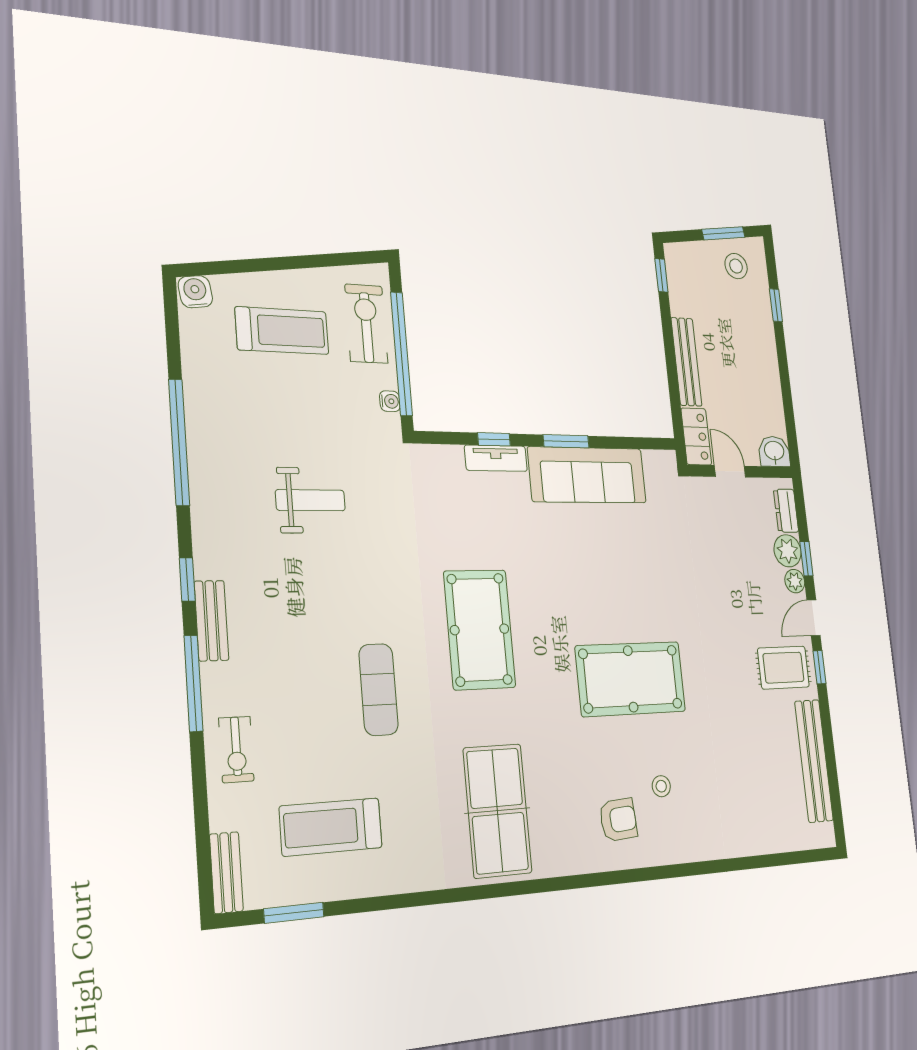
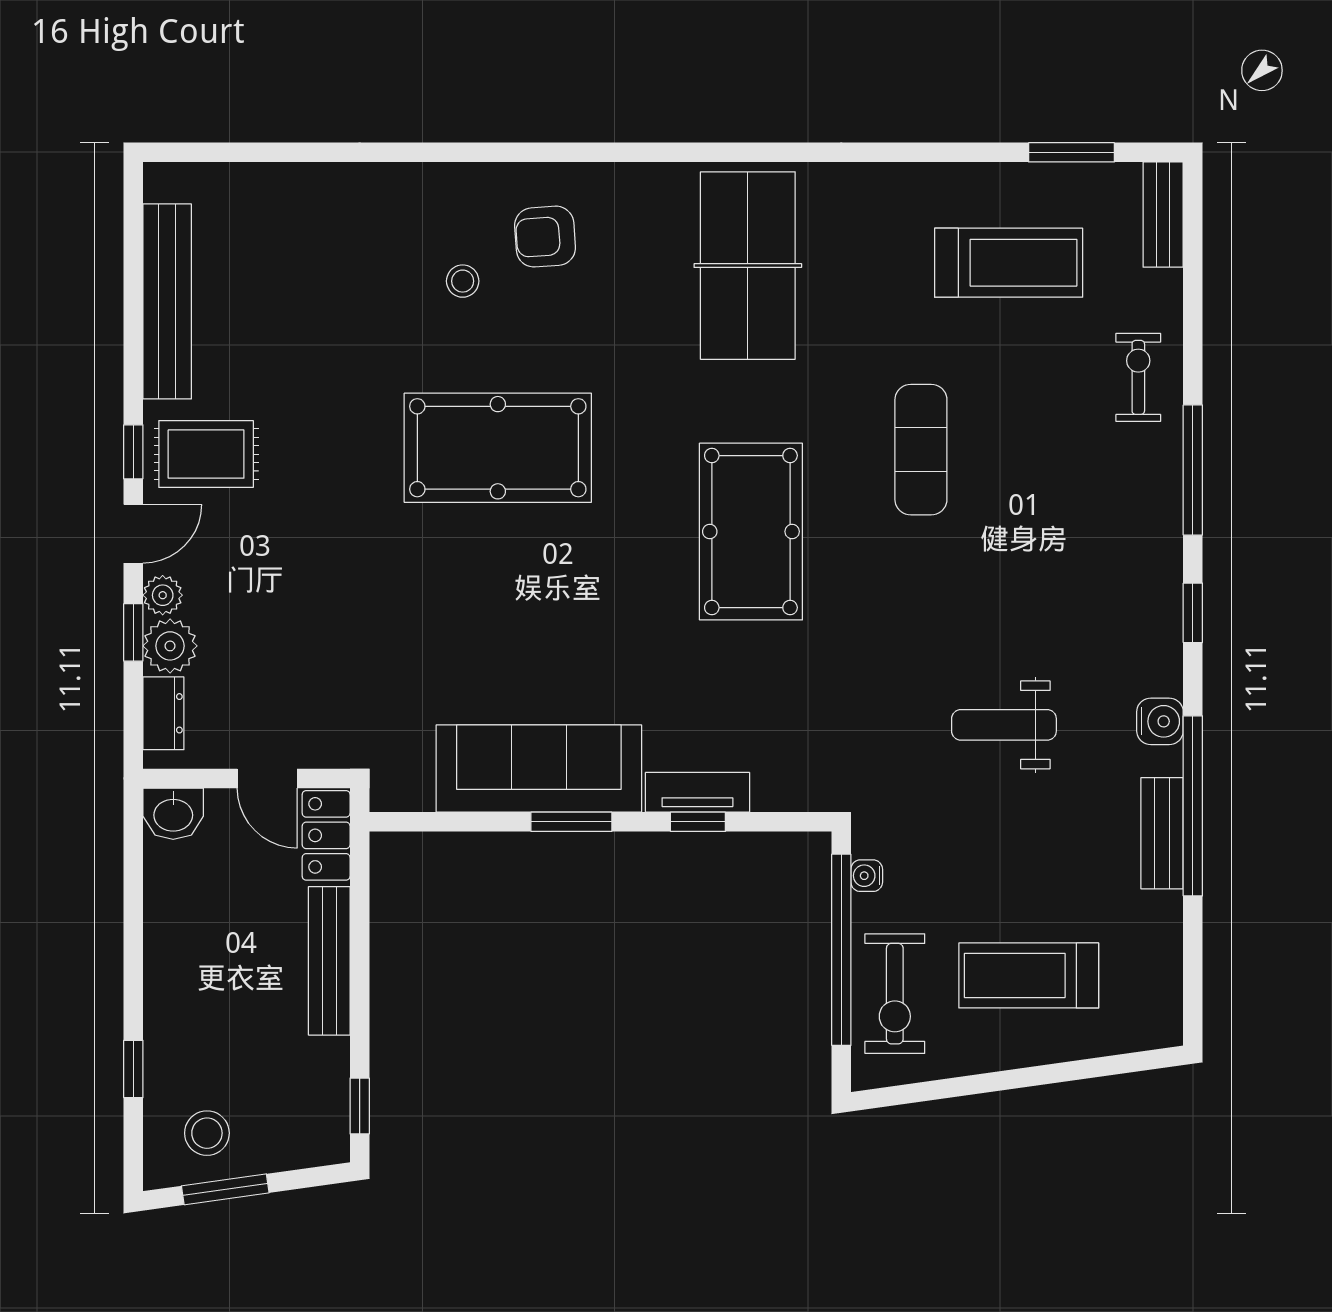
water cooler: (195, 292) -> (1160, 721), moved, turned -82
bench: (211, 621) -> (1162, 833), moved

